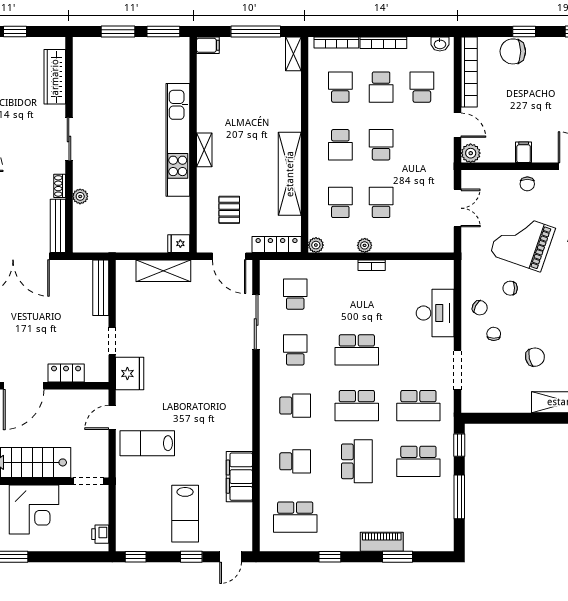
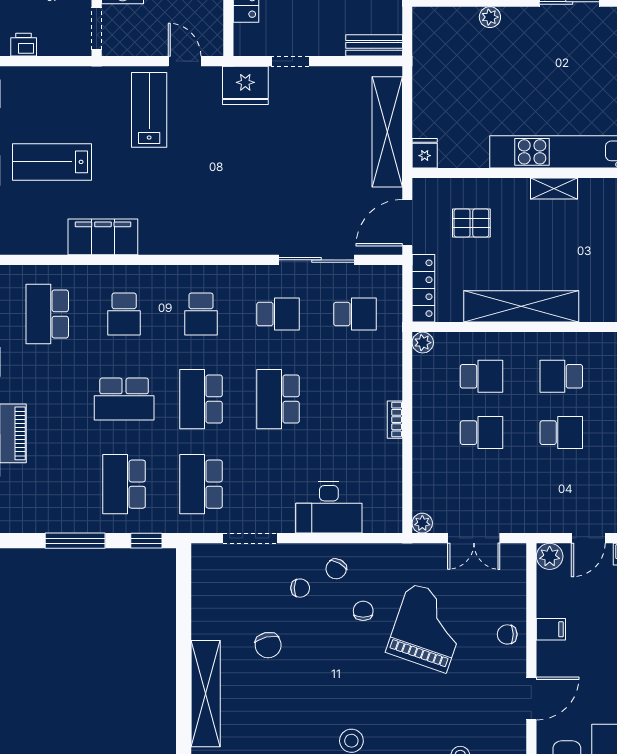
plant: (365, 245) -> (422, 523), moved
shelving: (163, 271) -> (387, 132), width x1.47
bench: (101, 288) -> (374, 45), width x0.73

